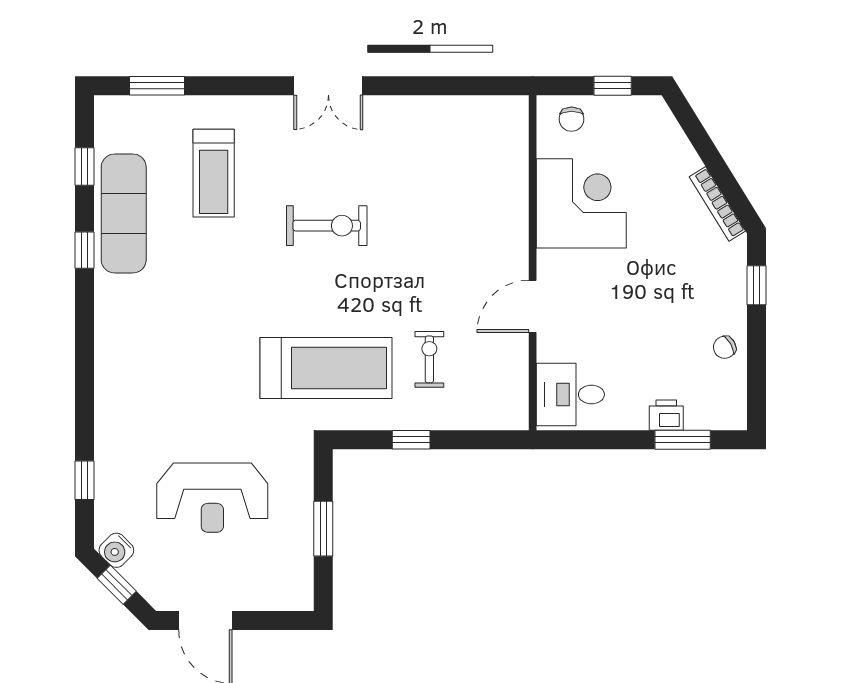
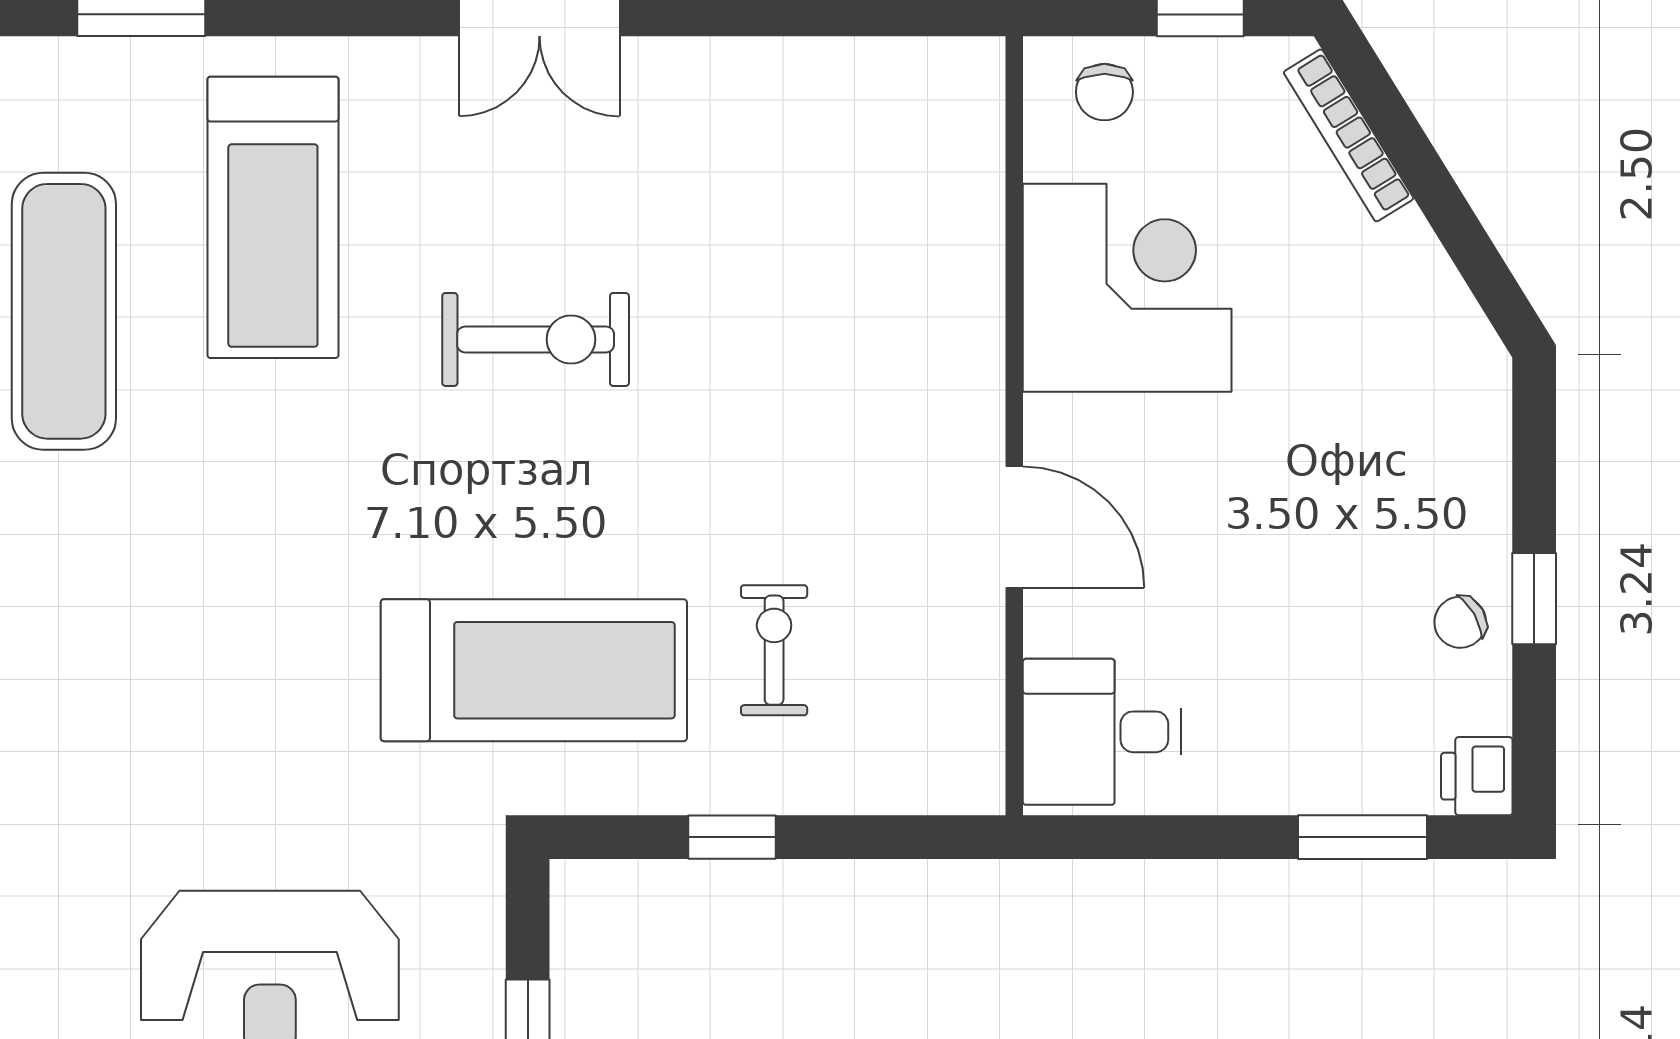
treadmill: (214, 173) -> (273, 217), width x1.37, depth x1.38
bookcase: (717, 204) -> (1349, 135), moved
window: (756, 285) -> (1534, 599), moved
door: (533, 306) -> (1014, 527), swing flipped
printer: (666, 415) -> (1477, 776), moved, turned -90

